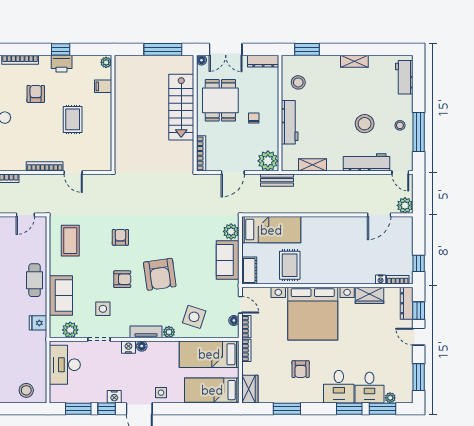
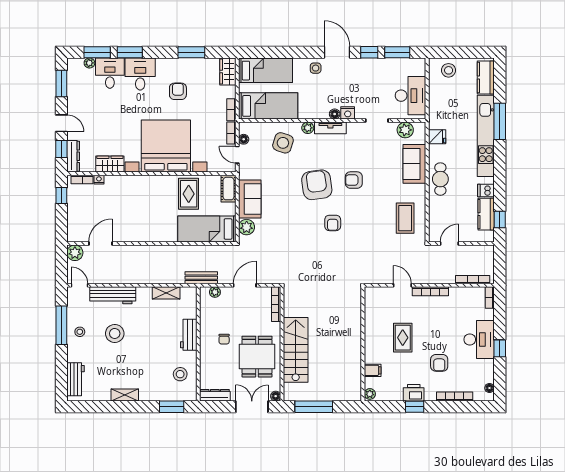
workbench: (290, 122) -> (189, 335), width x0.73
plant: (268, 161) -> (215, 292), width x0.53, depth x0.53
armchair: (120, 237) -> (333, 223), moved
side table: (103, 309) -> (373, 151), removed
nightstand: (114, 397) -> (362, 64), removed

